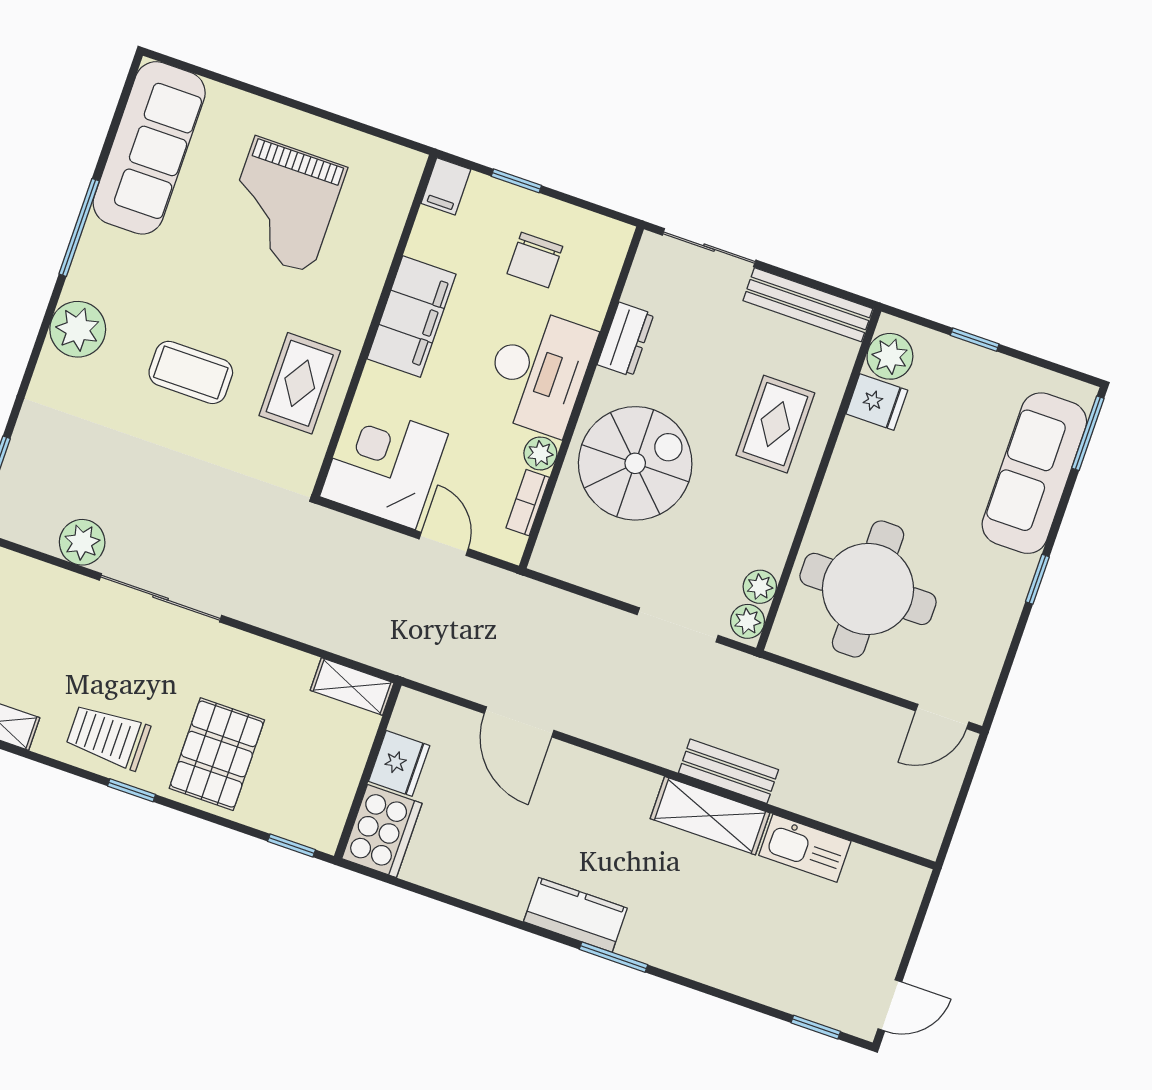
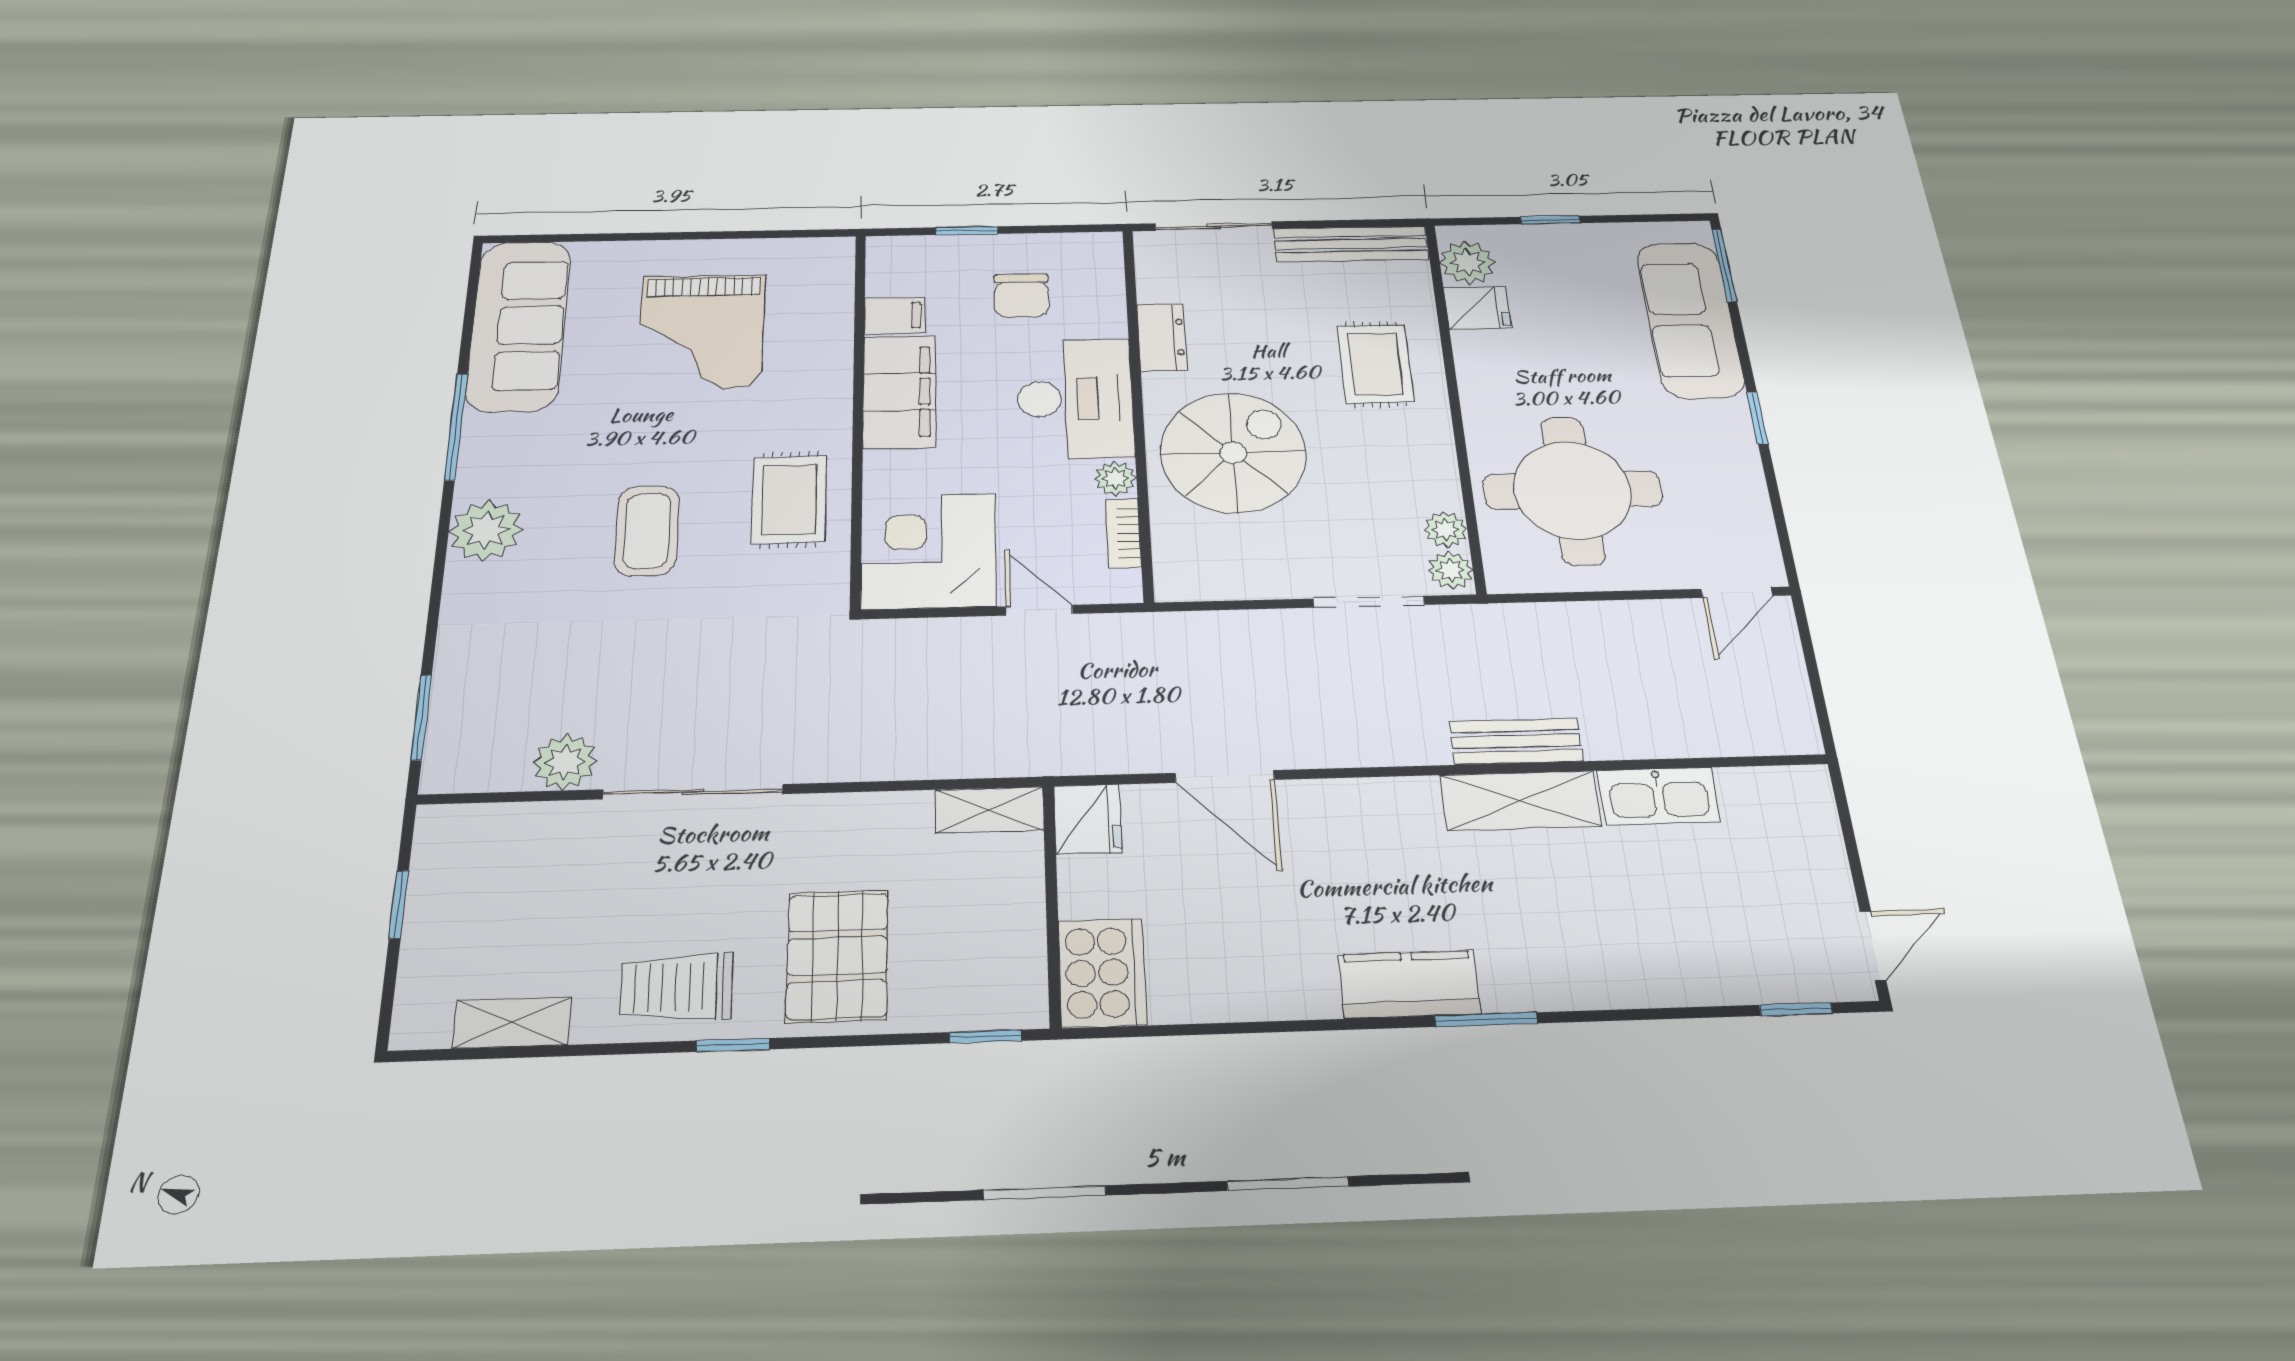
filing cabinet: (446, 186) -> (895, 315), moved, turned -90
coffee table: (191, 372) -> (647, 531), turned 90
fridge: (399, 763) -> (1088, 819), moved

